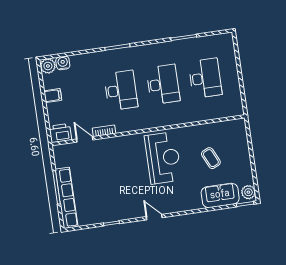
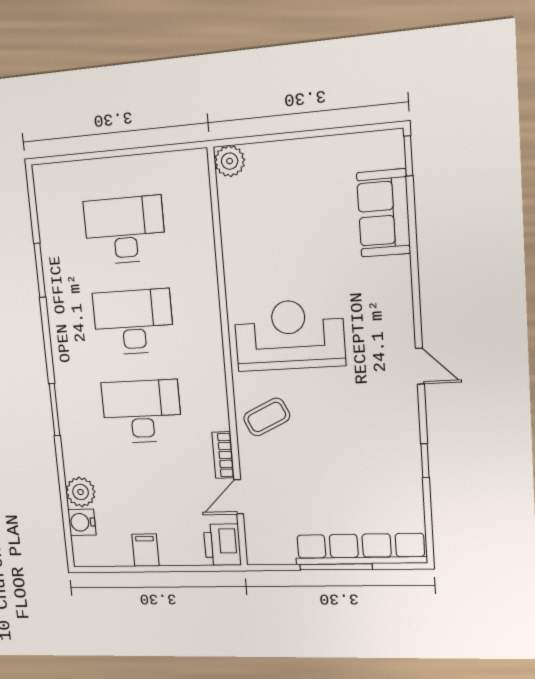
plant: (48, 66) -> (81, 492), moved
coffee table: (211, 158) -> (267, 417), moved
plant: (248, 192) -> (230, 161), moved
door: (154, 217) -> (420, 366), swing flipped

